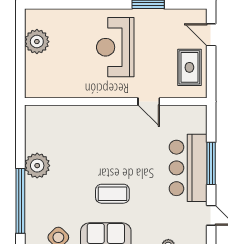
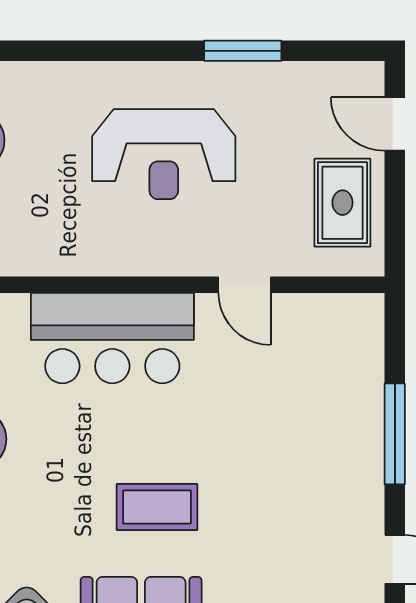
reception desk: (115, 47) -> (164, 154), turned -90
bar counter: (188, 168) -> (112, 338), moved, turned -90

